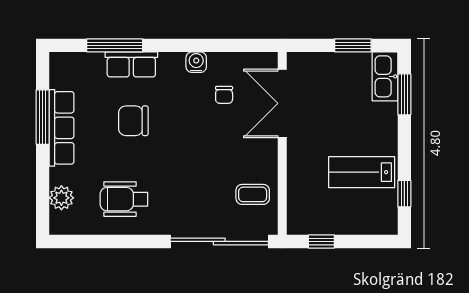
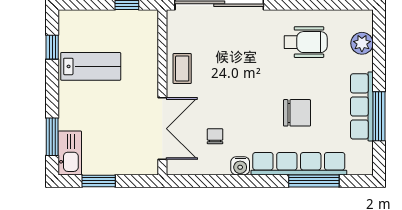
row of seats: (131, 64) -> (299, 164), width x2.02
coffee table: (253, 194) -> (182, 69), moved, turned 90

